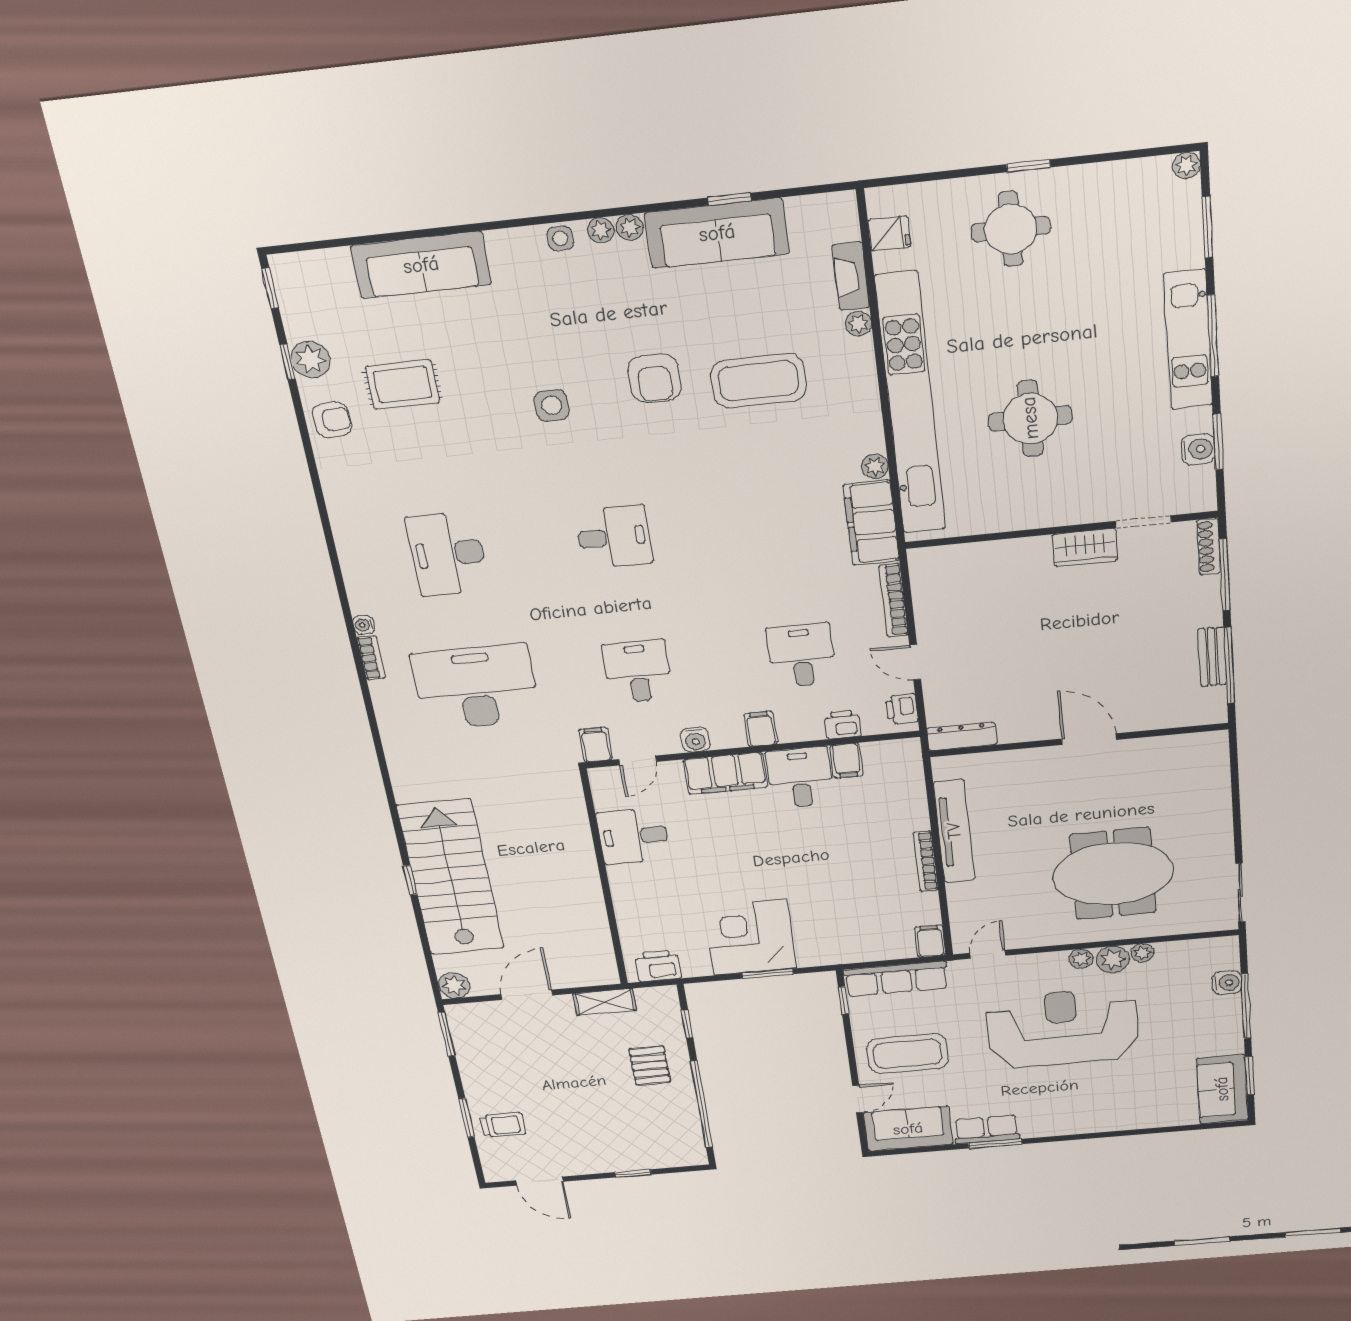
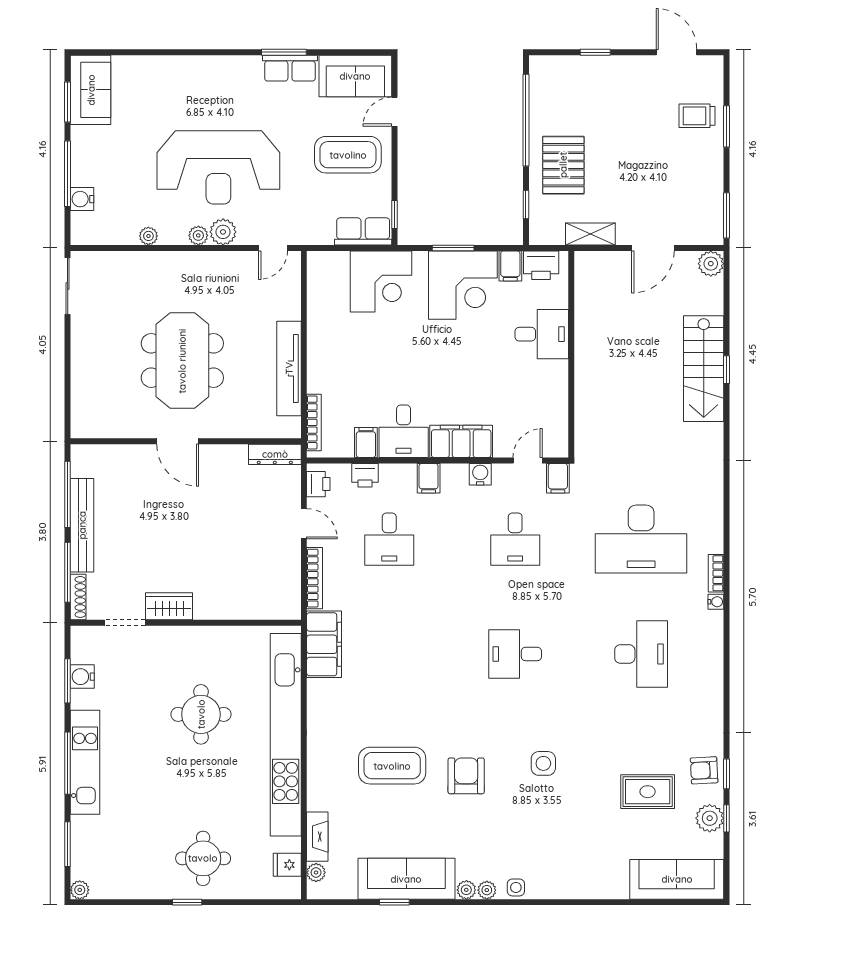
sofa: (421, 265) -> (677, 879), moved
window: (270, 288) -> (726, 774), moved
plant: (858, 324) -> (316, 872), moved
plant: (875, 466) -> (316, 689), removed
bench: (1212, 657) -> (82, 525), width x1.86, depth x1.21
desk: (633, 836) -> (542, 334), moved
bookcase: (926, 861) -> (314, 422), moved
meeting table: (1113, 874) -> (182, 361), moved, turned 90
stairs: (451, 877) -> (704, 369), width x0.73, depth x0.66
corner desk: (851, 932) -> (381, 281), added
filing cabinet: (930, 941) -> (510, 266), moved
plant: (1113, 960) -> (223, 232), moved
row of seats: (896, 979) -> (363, 231), width x0.68
pallet: (650, 1066) -> (563, 165), width x1.50, depth x1.42

